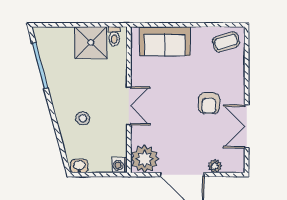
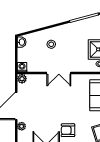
armchair: (209, 103) -> (68, 130), moved
plant: (145, 159) -> (22, 79), width x0.53, depth x0.53

